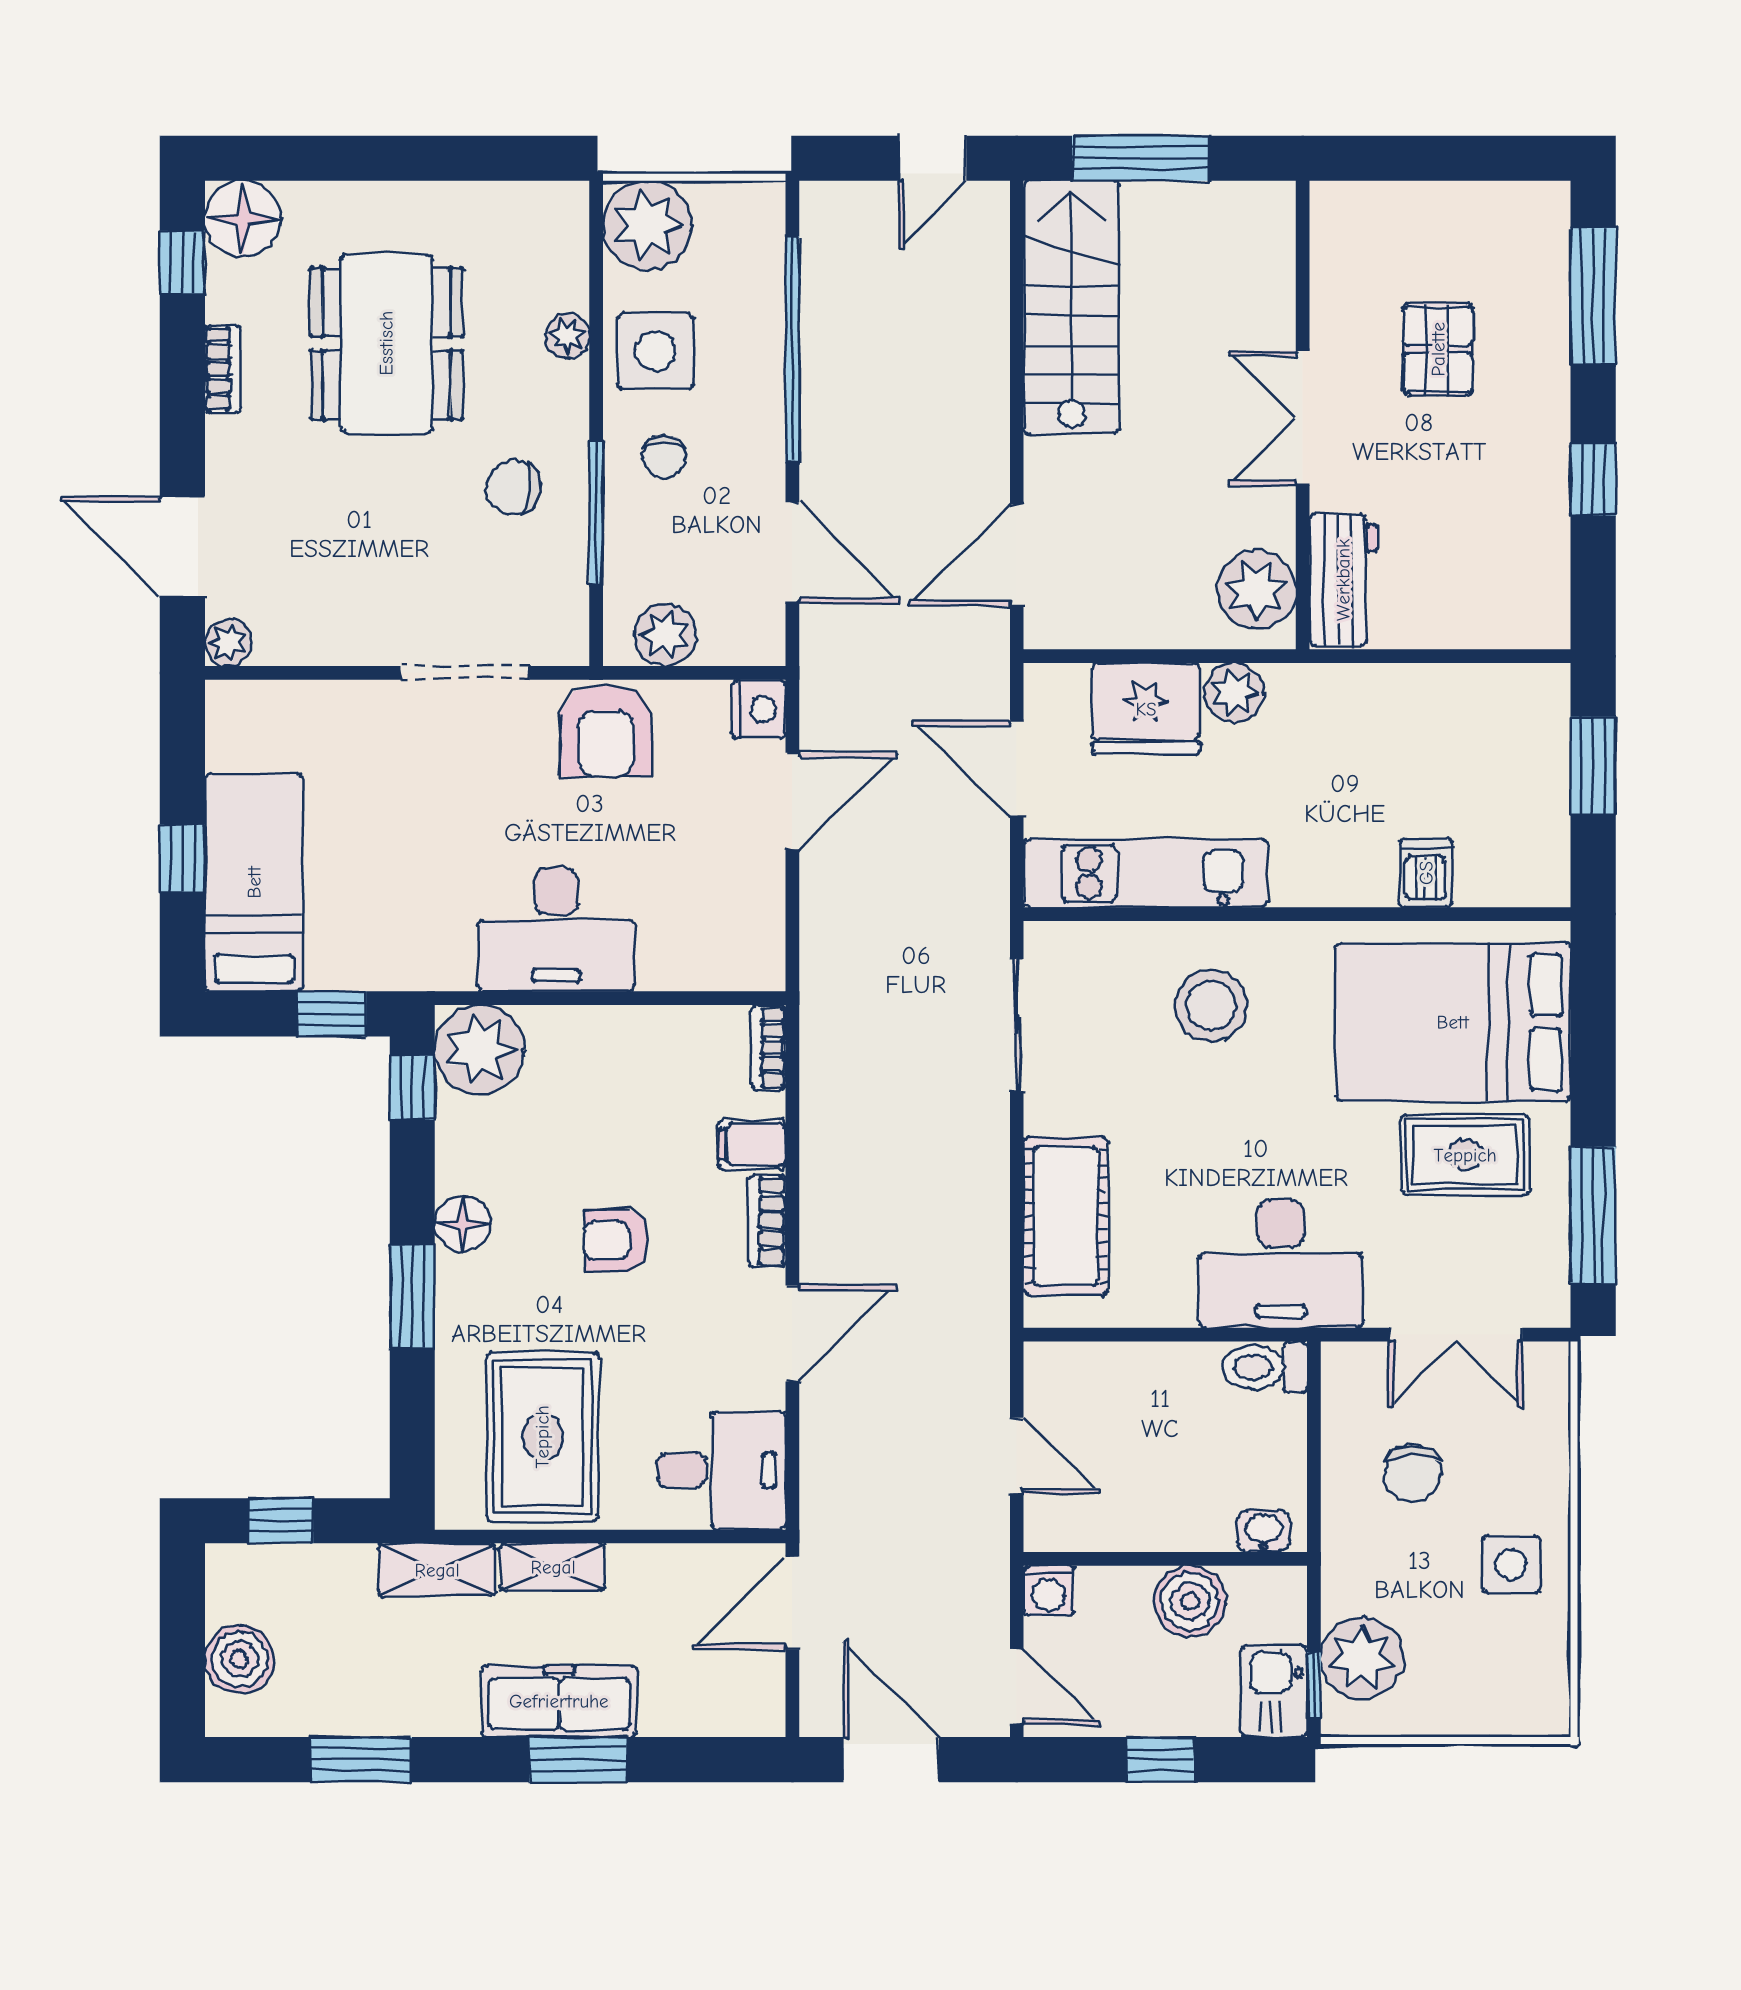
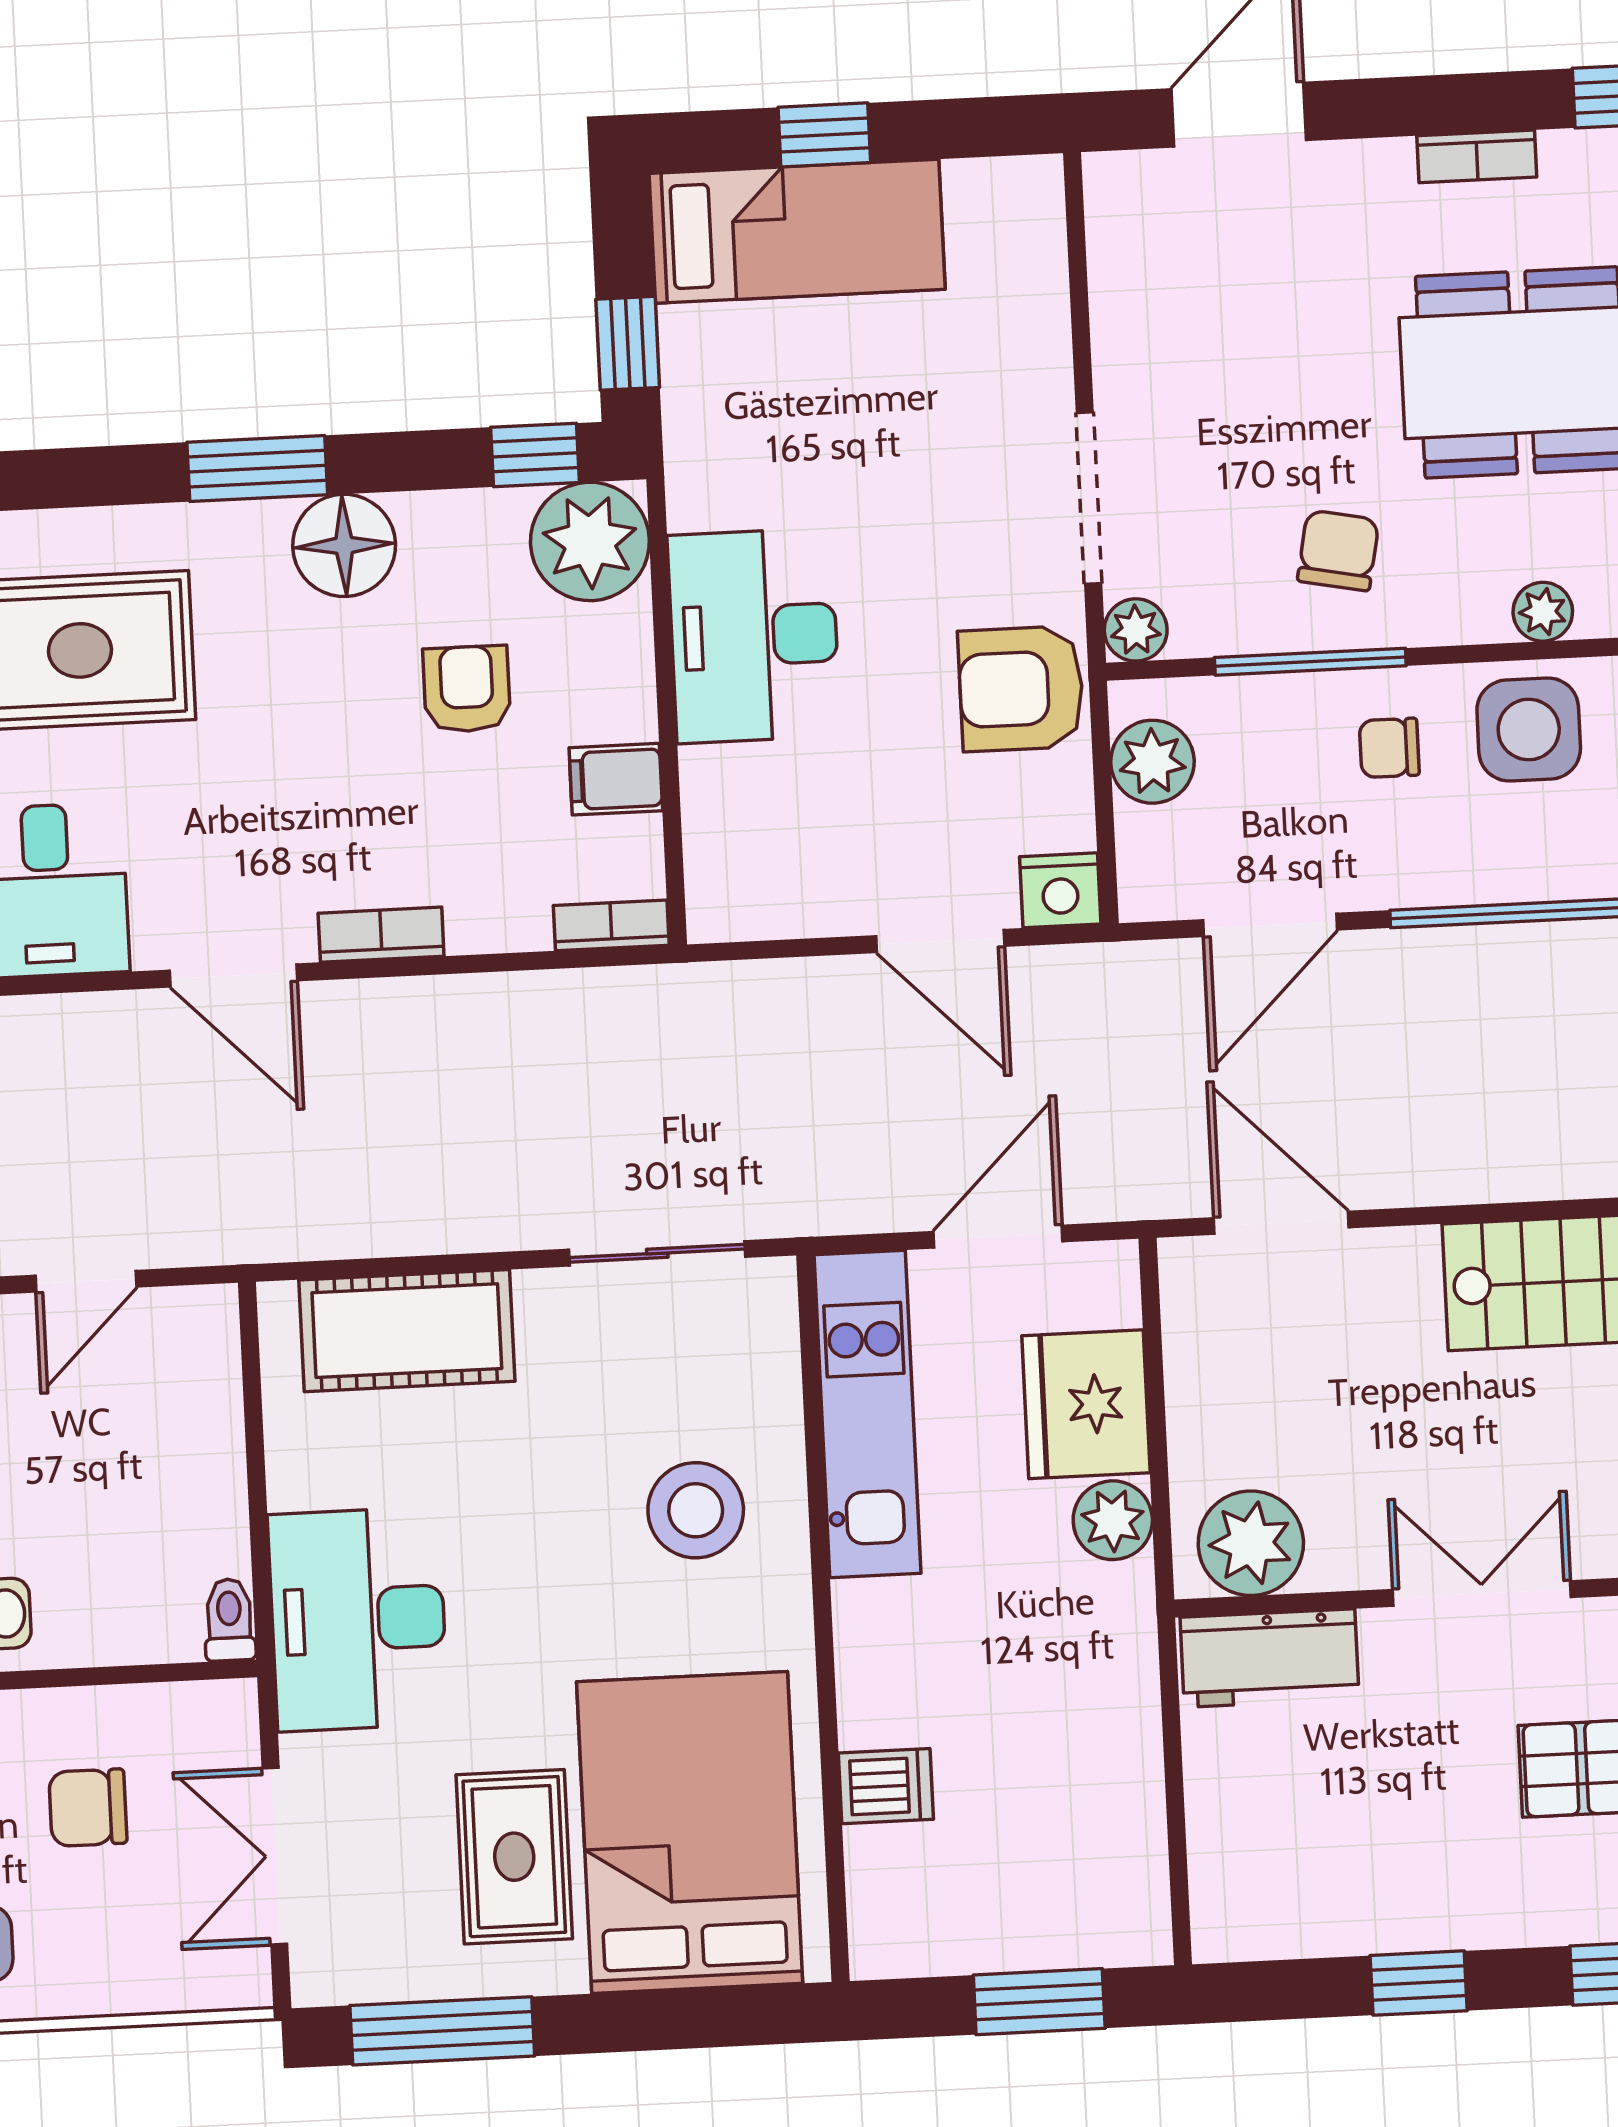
plant: (228, 643) -> (1136, 630), moved
filing cabinet: (752, 1145) -> (616, 779), moved, turned -90
floor lamp: (463, 1224) -> (344, 545), width x1.38, depth x1.38
armchair: (616, 1241) -> (467, 689), moved
toilet: (1265, 1367) -> (229, 1620), width x0.73, depth x0.72

